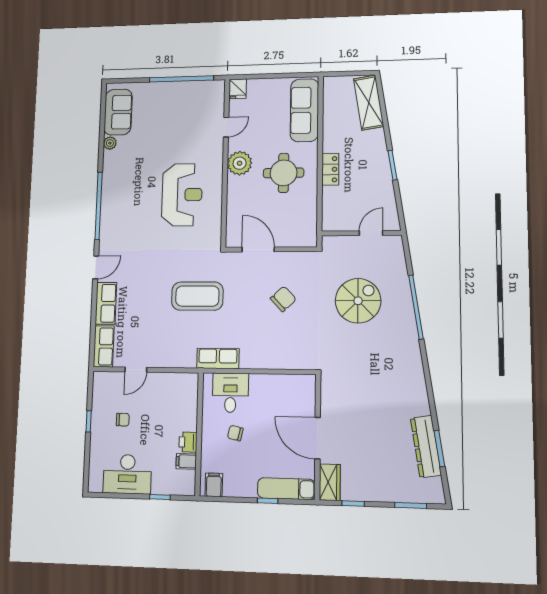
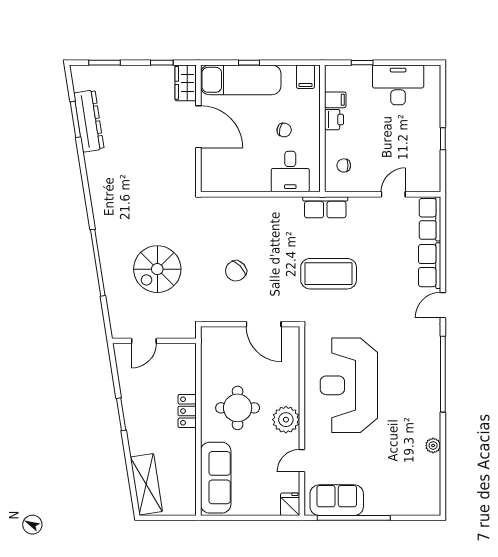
sofa: (118, 112) -> (337, 500), moved, turned 90
reception desk: (182, 195) -> (349, 385), width x1.36, depth x1.30
row of seats: (218, 358) -> (325, 207), moved
chair: (123, 420) -> (344, 165), moved
exam couch: (286, 489) -> (241, 80), width x1.36, depth x1.45

